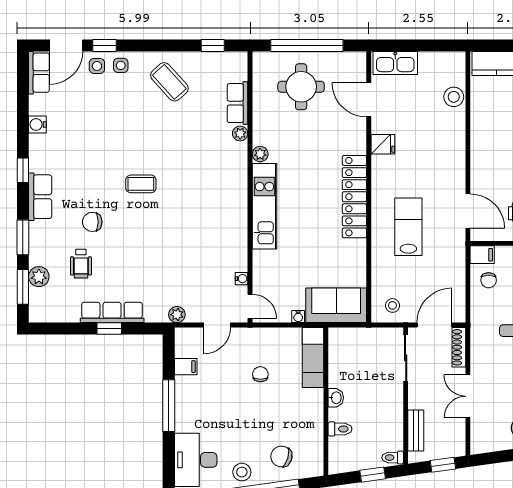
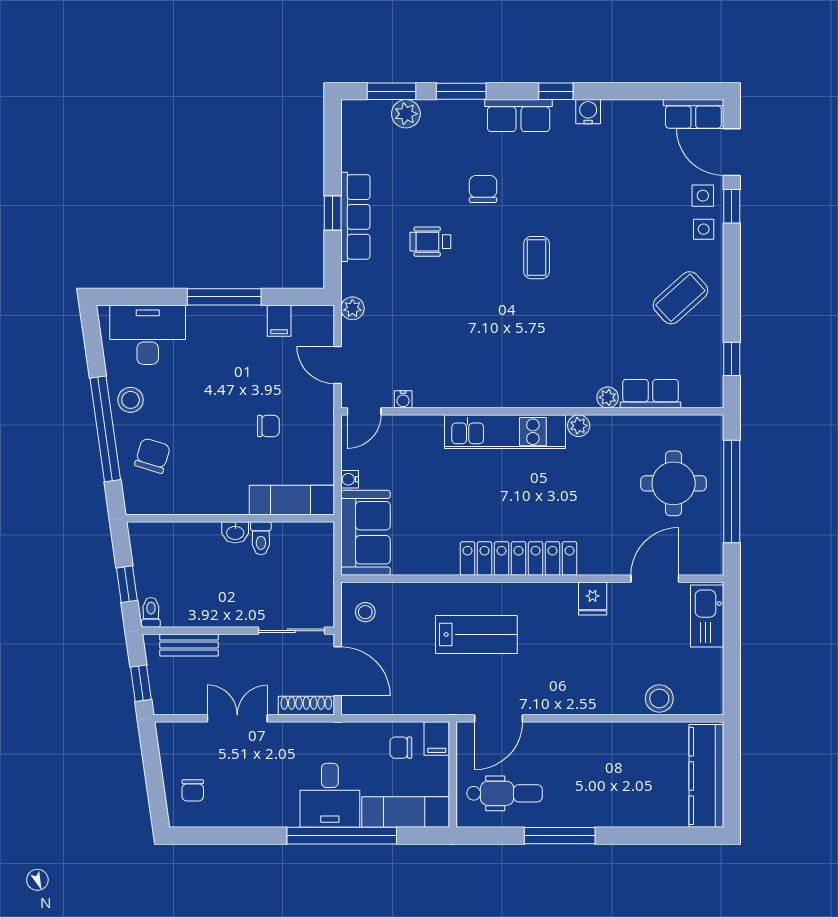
water cooler: (37, 124) -> (588, 112), moved
wheelchair: (81, 264) -> (430, 242), moved
toilet: (340, 429) -> (261, 538), moved

